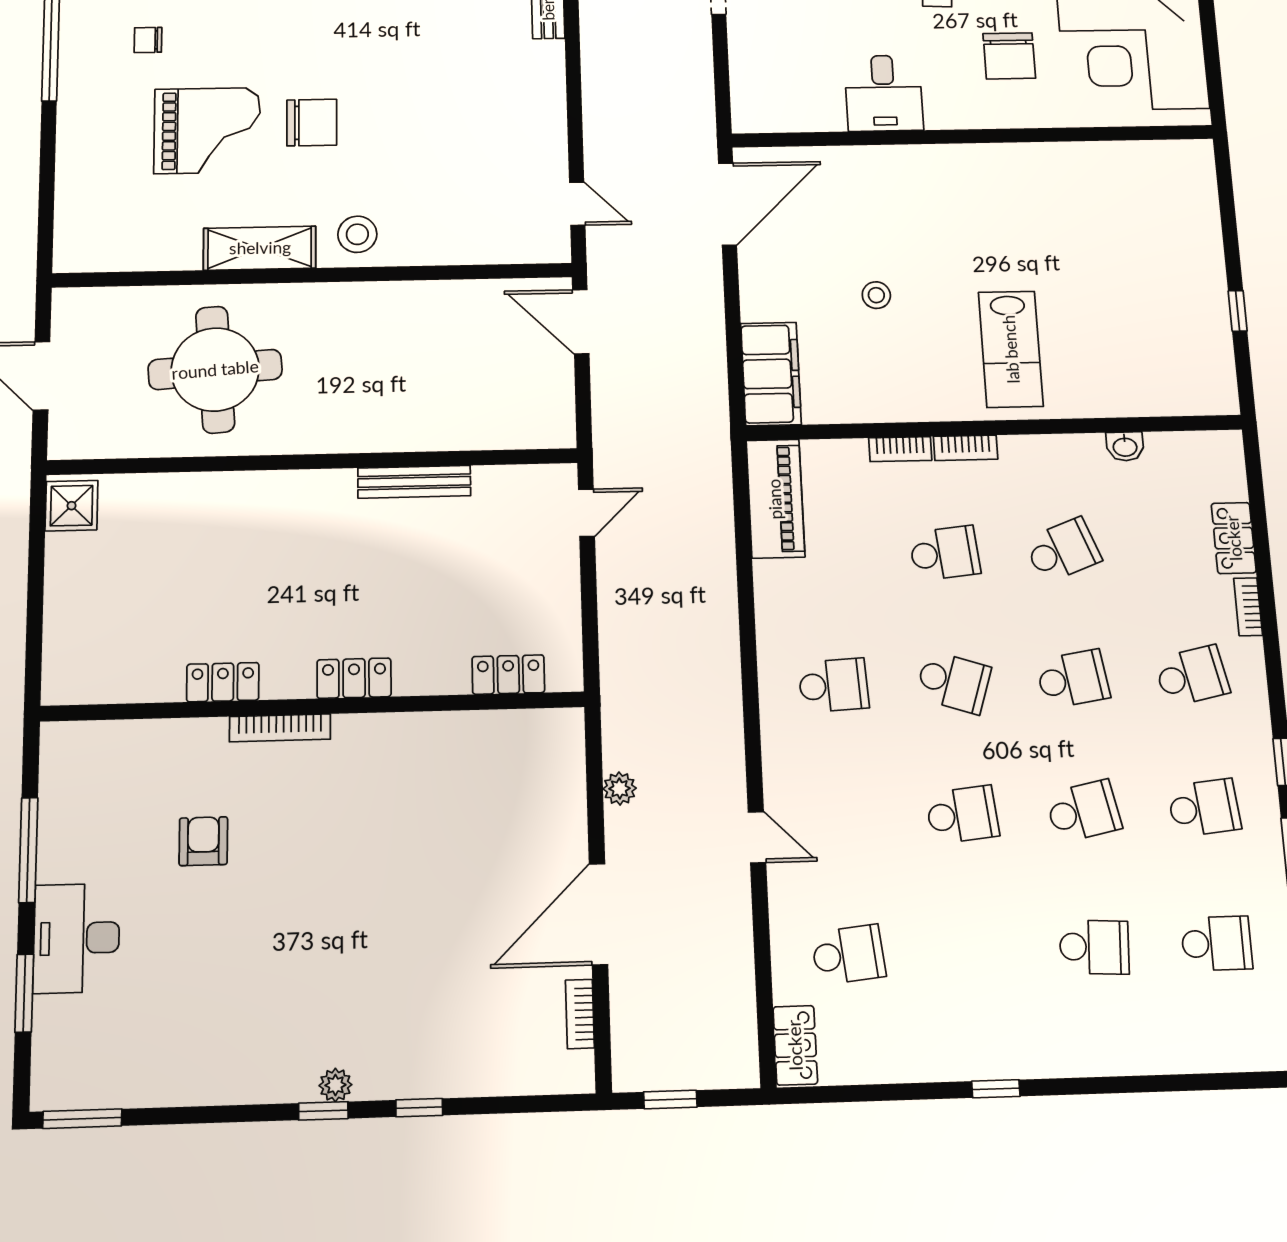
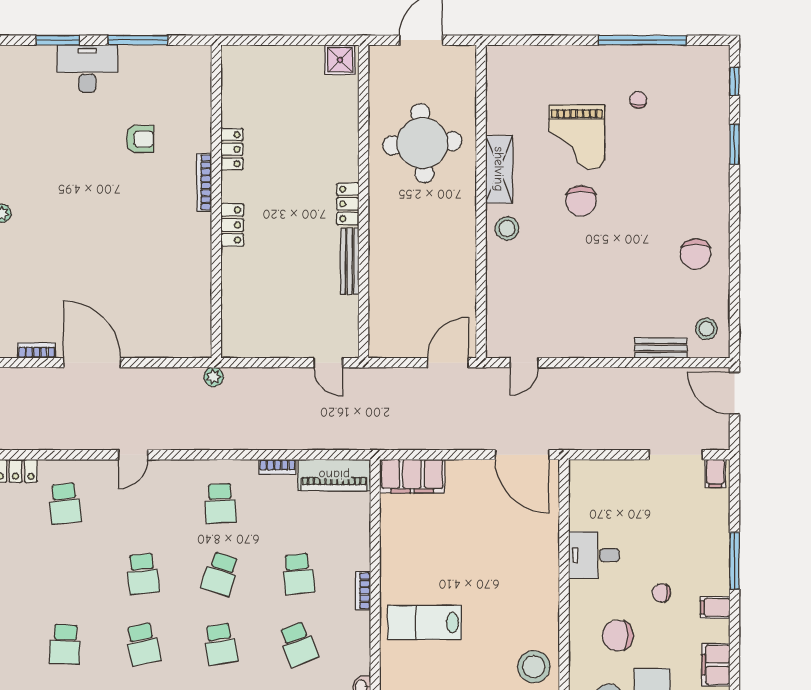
stool: (876, 295) -> (534, 667), moved, width x1.89, depth x1.89
bookcase: (900, 449) -> (278, 467), moved, turned -90
locker: (508, 675) -> (348, 204), moved, turned 180
plant: (620, 789) -> (214, 377), moved

